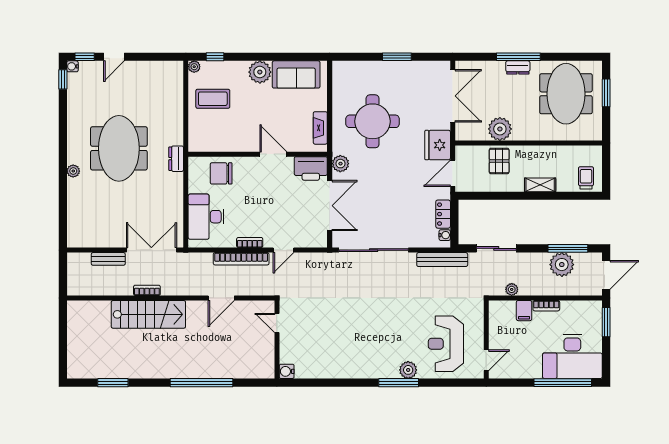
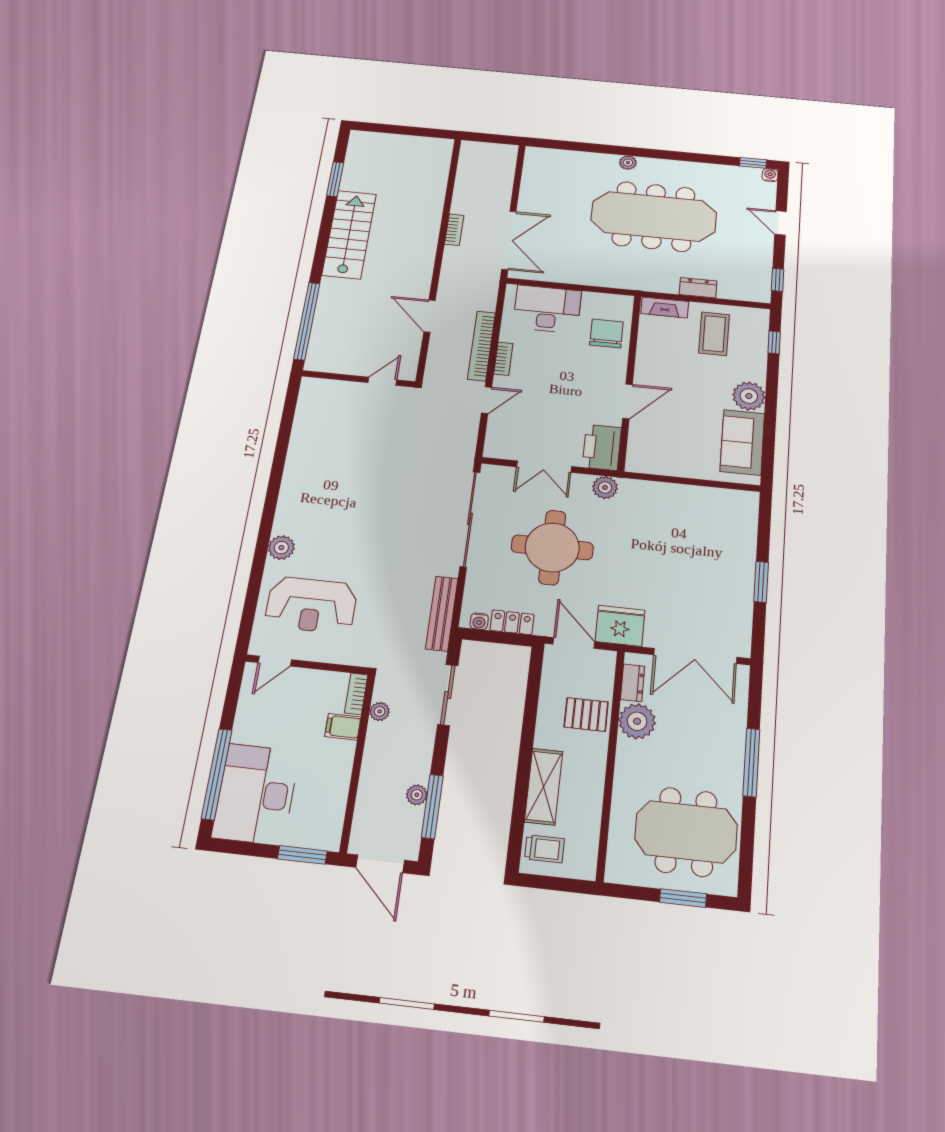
window: (85, 57) -> (778, 280), moved
plant: (194, 67) -> (761, 316), removed
dresser: (518, 67) -> (633, 683), moved, turned 180
round table: (373, 121) -> (552, 547), moved
fireplace: (320, 128) -> (665, 307), moved, turned 180
meeting table: (119, 148) -> (654, 216), width x1.36
dresser: (176, 159) -> (698, 288), moved
shelving: (540, 185) -> (544, 787), width x1.50, depth x1.33
double door: (330, 206) -> (544, 467), width x0.73
door: (283, 250) -> (487, 400), swing flipped
bench: (108, 259) -> (504, 190), removed
plant: (562, 265) -> (417, 795), width x0.53, depth x0.53
bookcase: (546, 306) -> (356, 694), moved
stairs: (148, 314) -> (349, 234), moved, turned 180
reception desk: (446, 344) -> (311, 605), turned 180
door: (486, 360) -> (275, 661), hinge flipped
water cooler: (287, 371) -> (310, 386), removed
window: (202, 383) -> (307, 321), moved
window: (399, 383) -> (265, 532), removed

